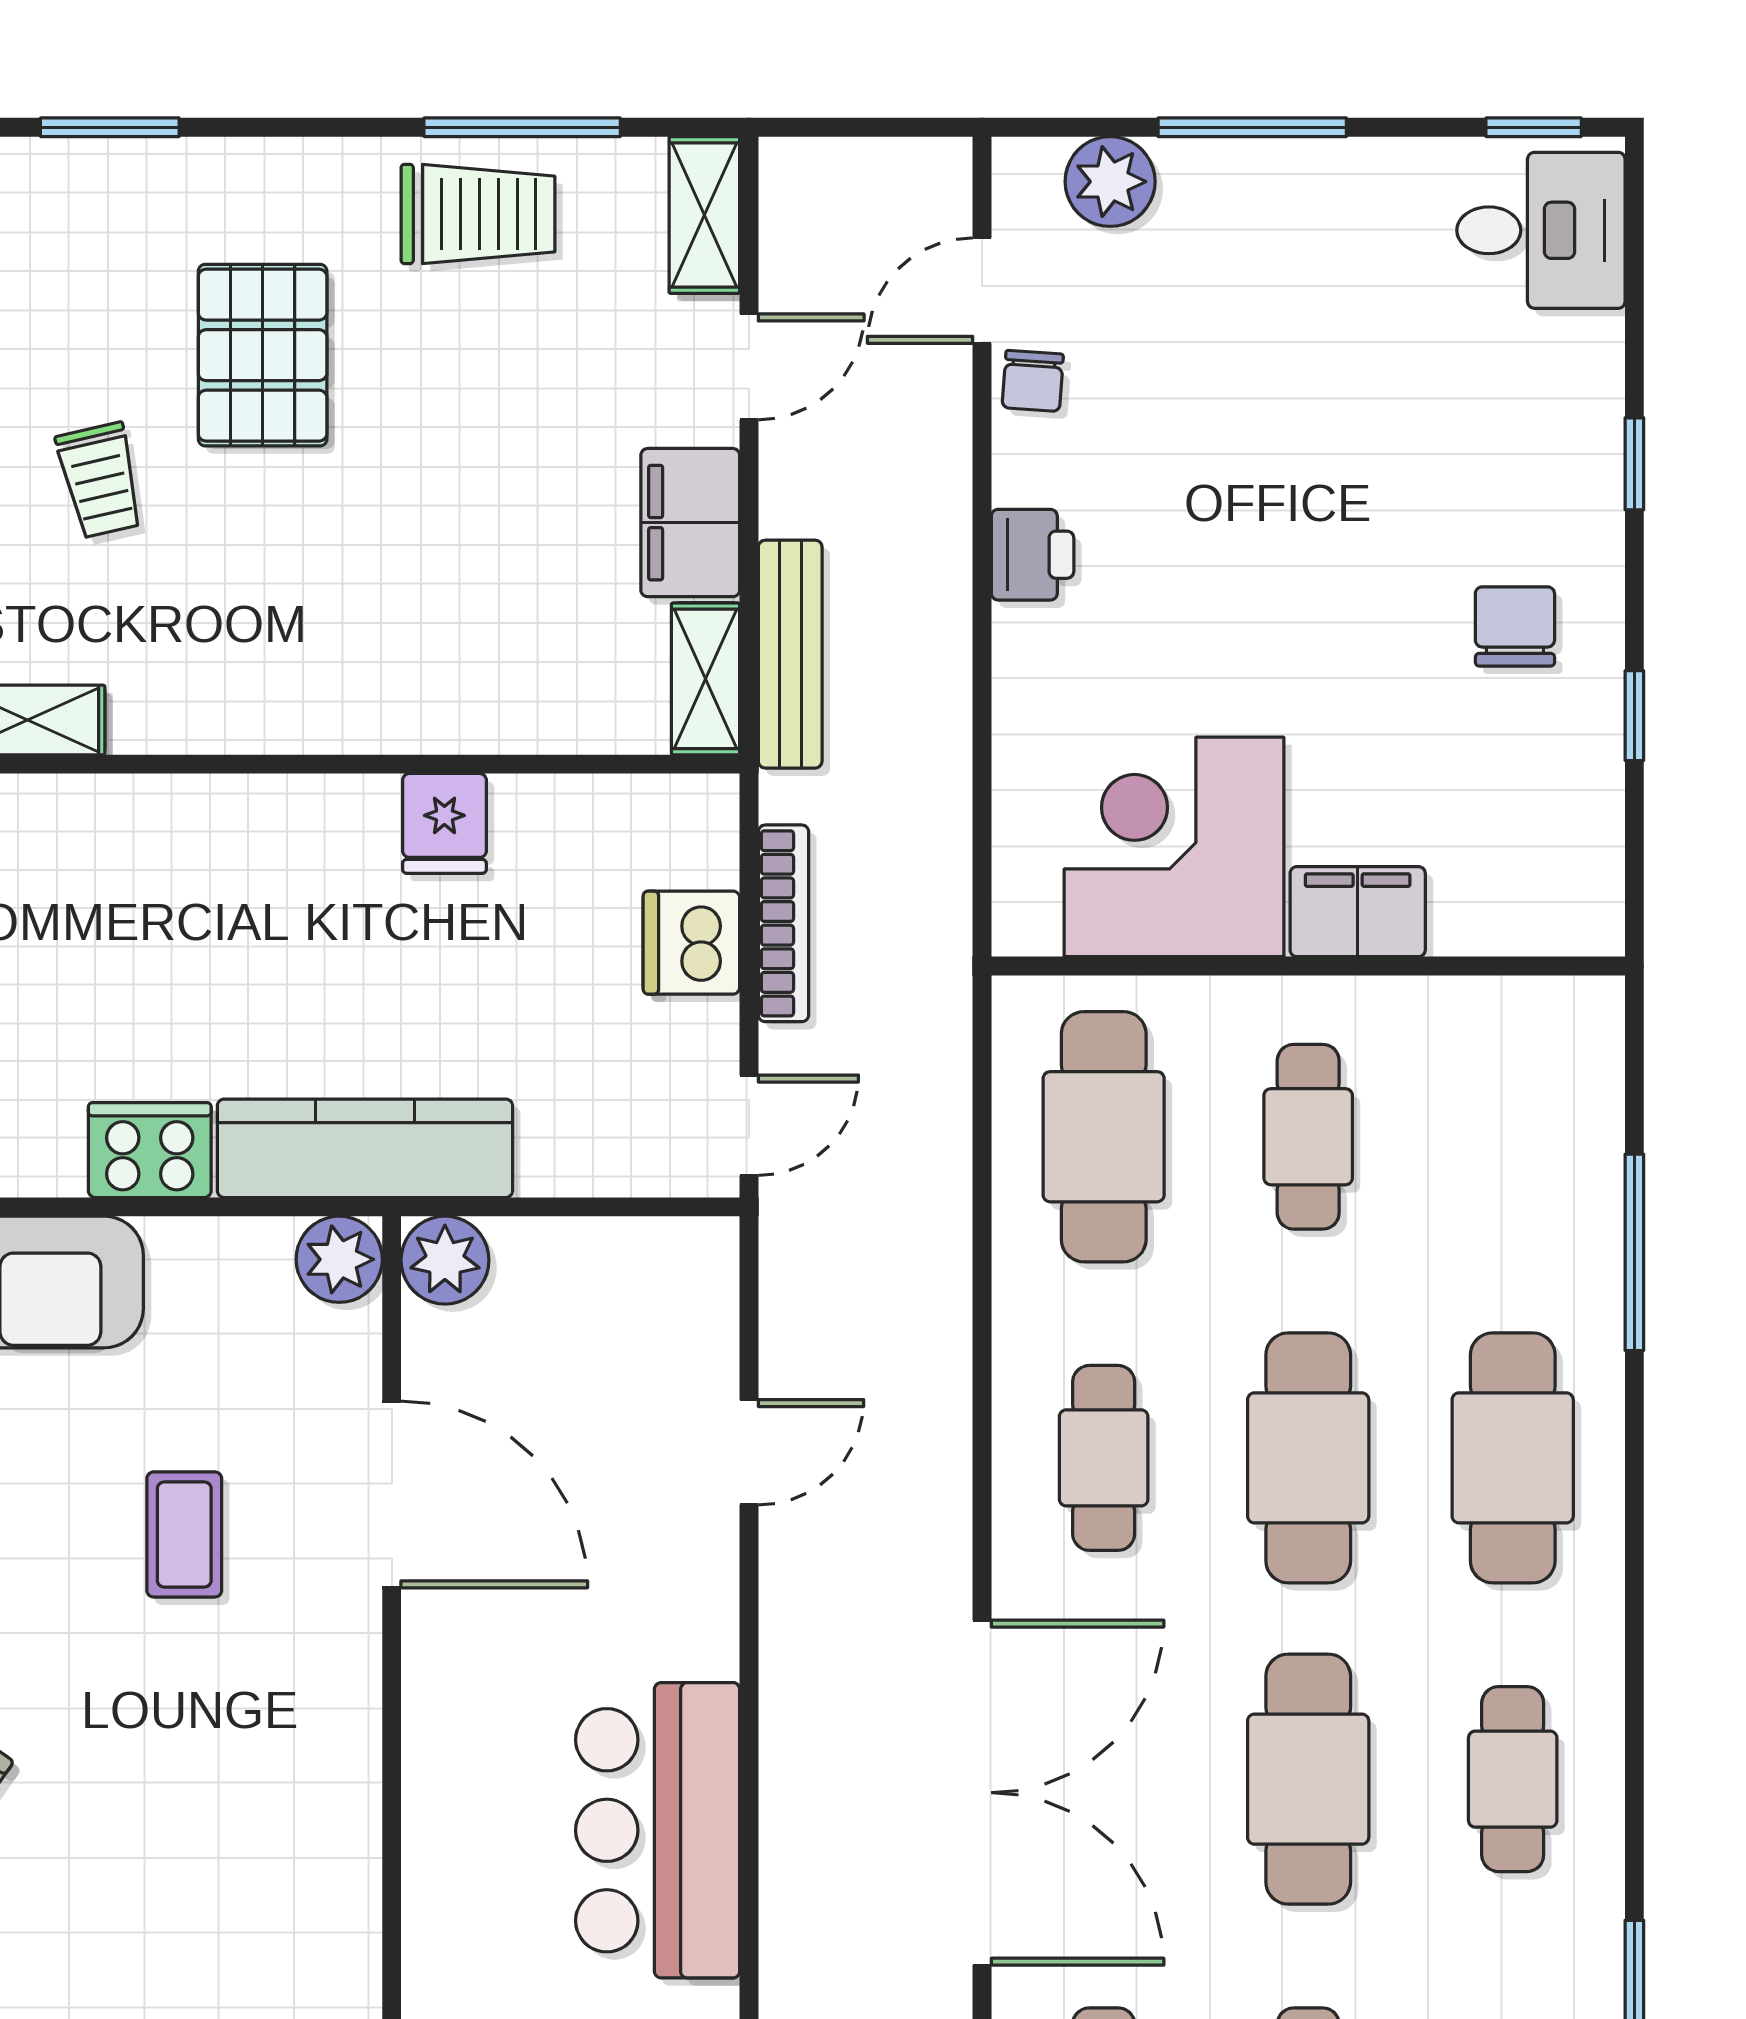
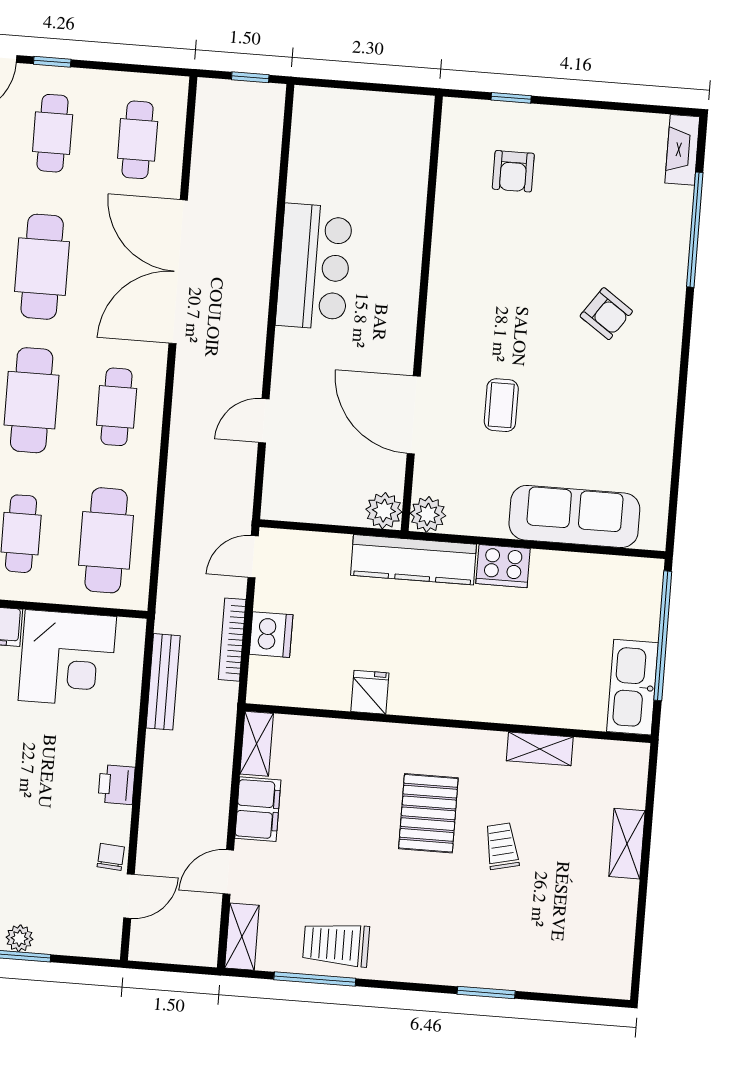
plant: (1110, 182) -> (19, 938), moved, width x0.73, depth x0.73
pallet: (263, 355) -> (428, 813), moved
bench: (790, 654) -> (163, 682), moved

